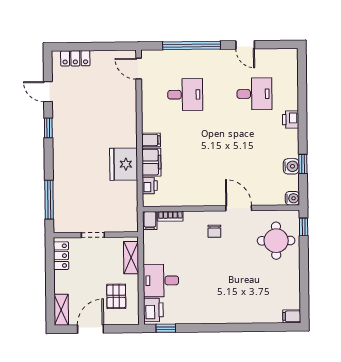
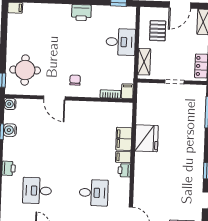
desk: (185, 95) -> (94, 193), turned 180
printer: (150, 186) -> (124, 170), moved
printer: (153, 310) -> (81, 13), moved, turned -90

